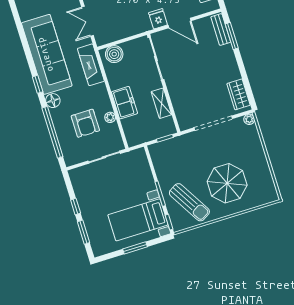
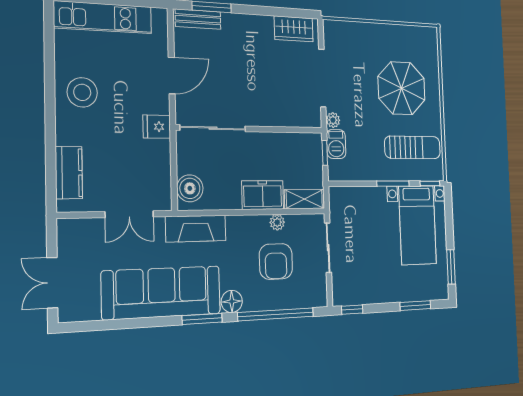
fridge: (158, 19) -> (157, 127), moved
window: (38, 84) -> (202, 319), width x1.50
shelving: (161, 103) -> (304, 199), moved
plant: (249, 119) -> (333, 120), moved
armchair: (85, 123) -> (276, 261), turned 90
barbecue: (173, 145) -> (336, 144), added
sun lounger: (189, 202) -> (413, 147), turned 31
window: (76, 206) -> (352, 310), moved
window: (135, 248) -> (451, 267), moved

